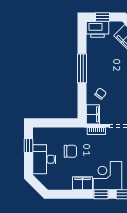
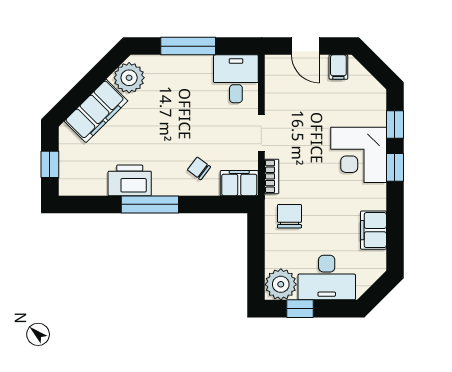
printer: (98, 29) -> (130, 180), moved, turned -90
plant: (41, 136) -> (281, 284), added
chair: (70, 151) -> (289, 216), moved
filing cabinet: (83, 183) -> (373, 230), moved

